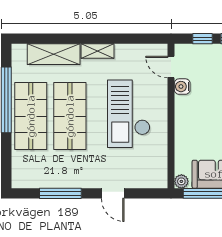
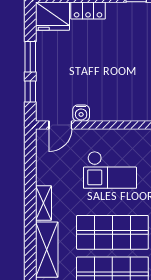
checkout: (129, 114) -> (110, 170), width x0.73, depth x0.83

